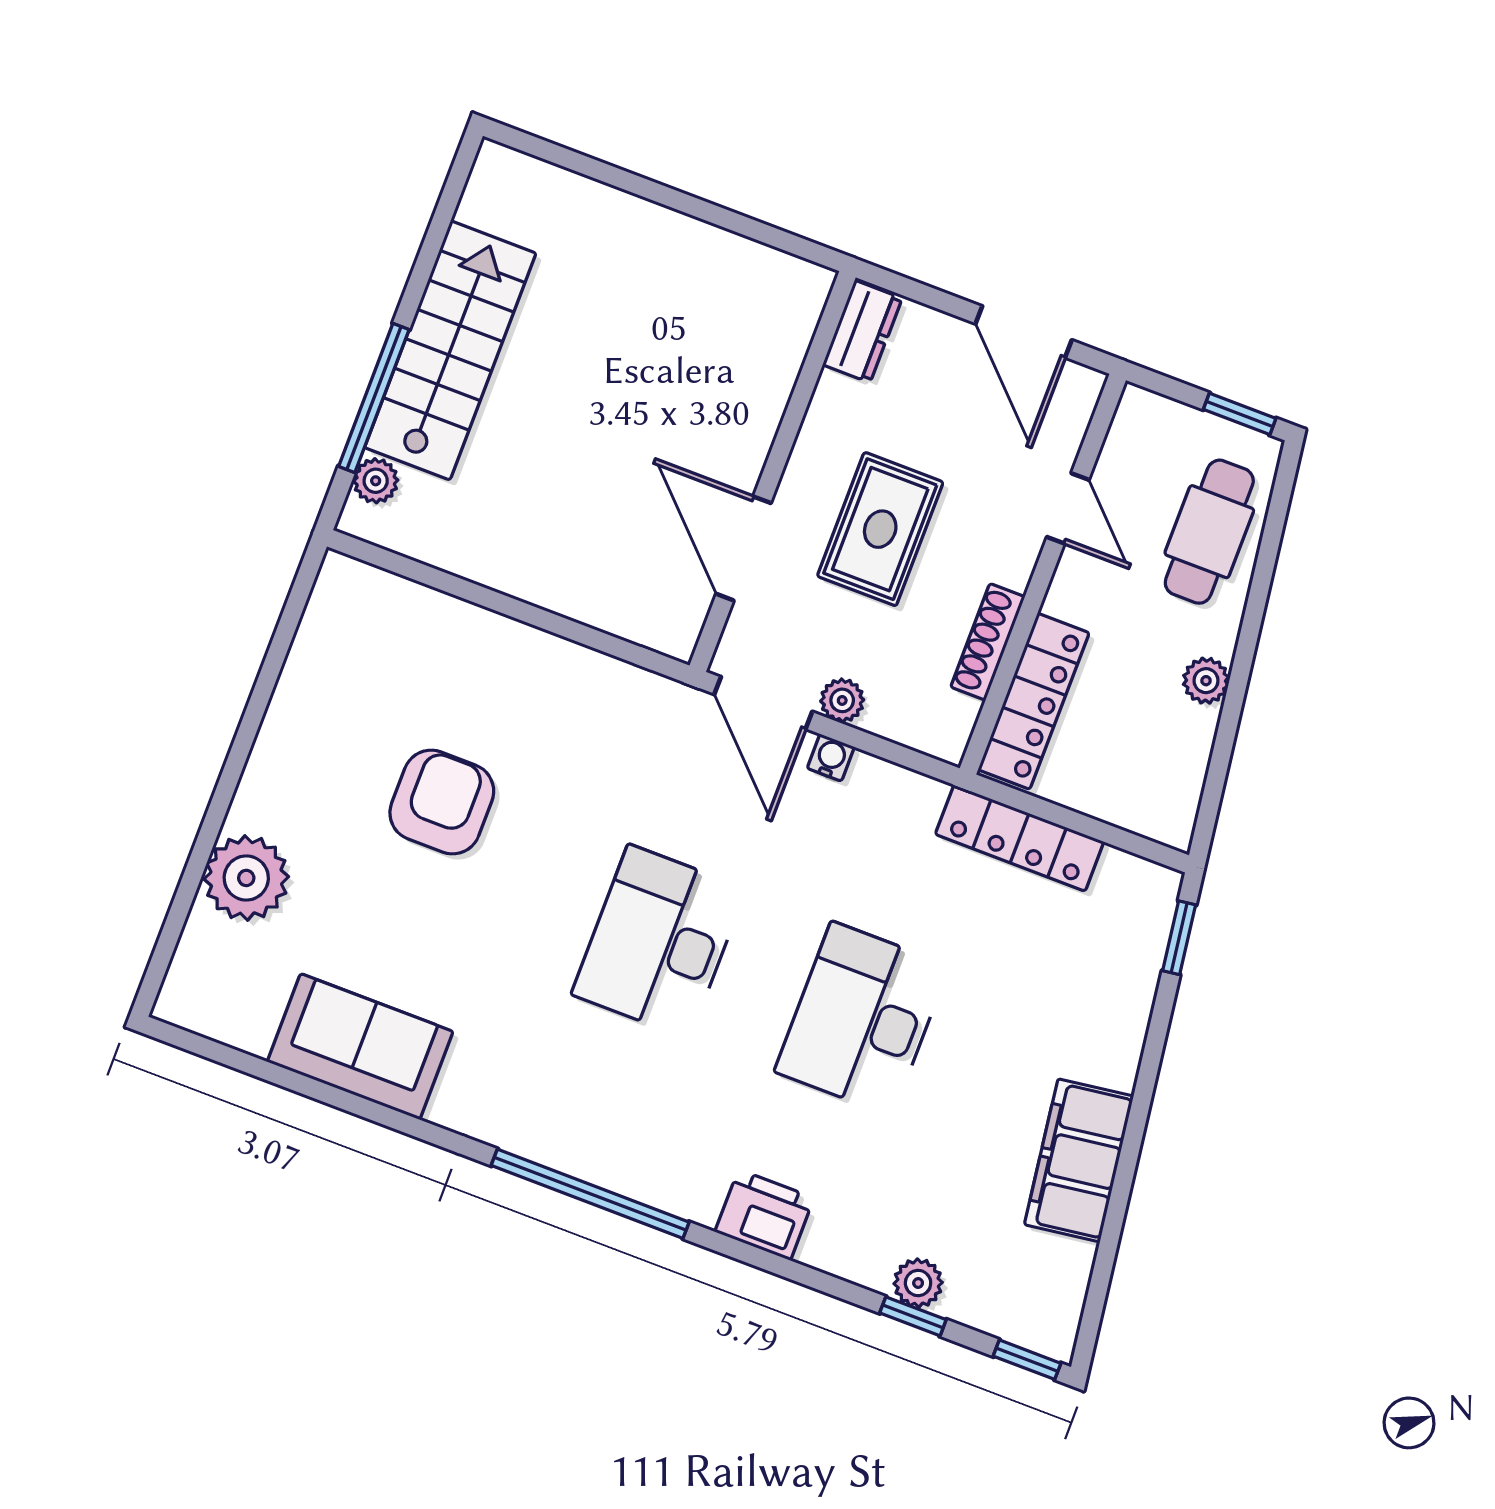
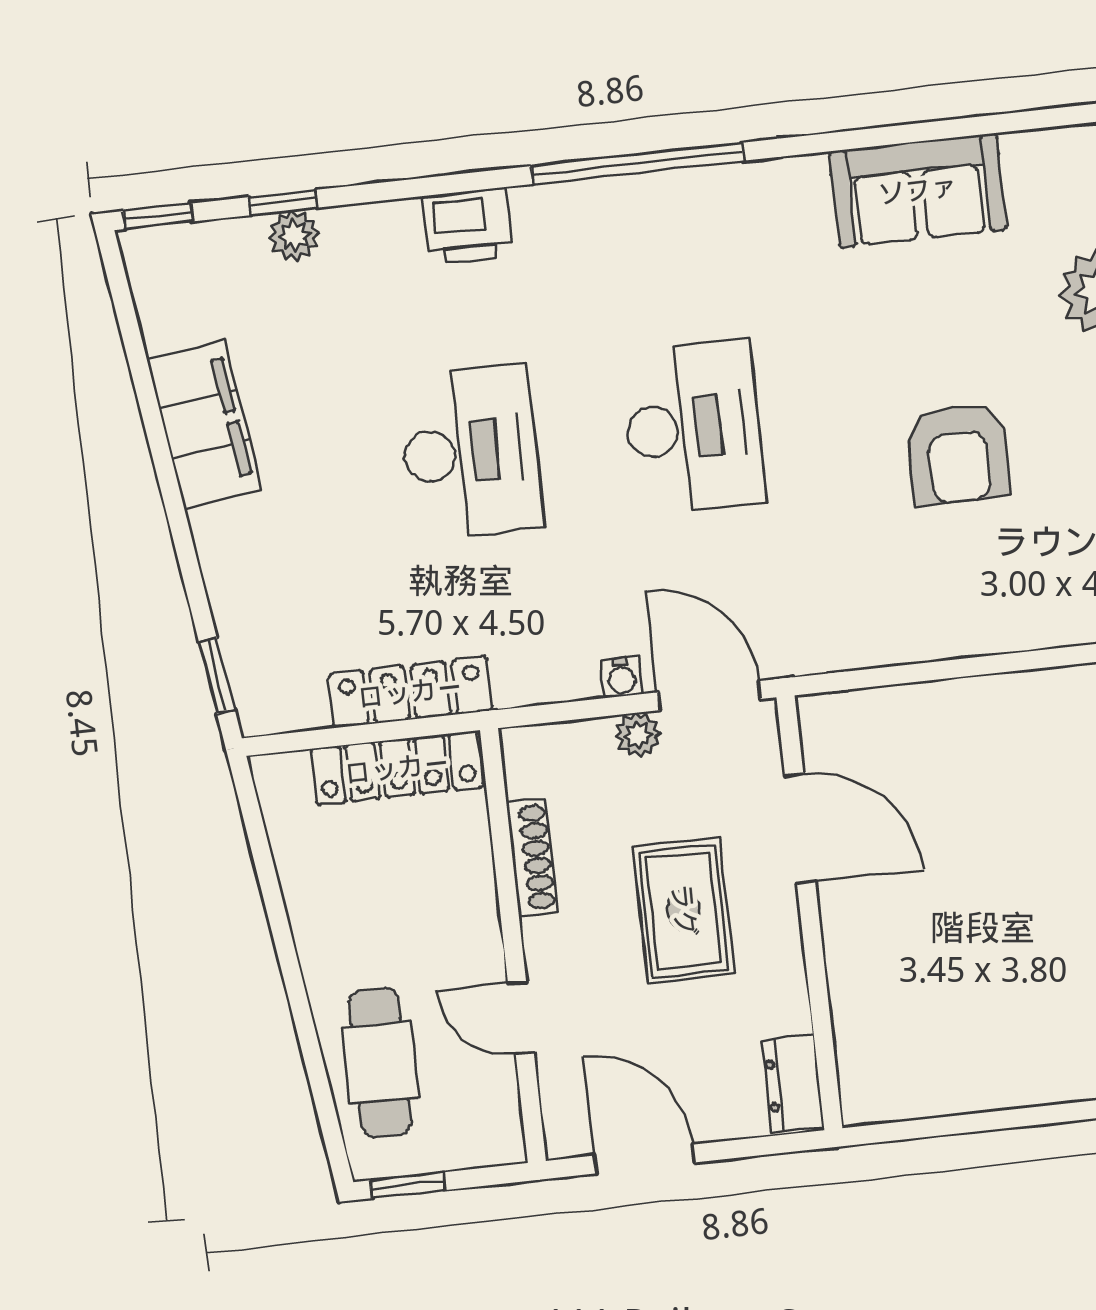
plant: (1206, 681) -> (313, 924), removed
locker: (1034, 701) -> (397, 768), moved, turned -90

